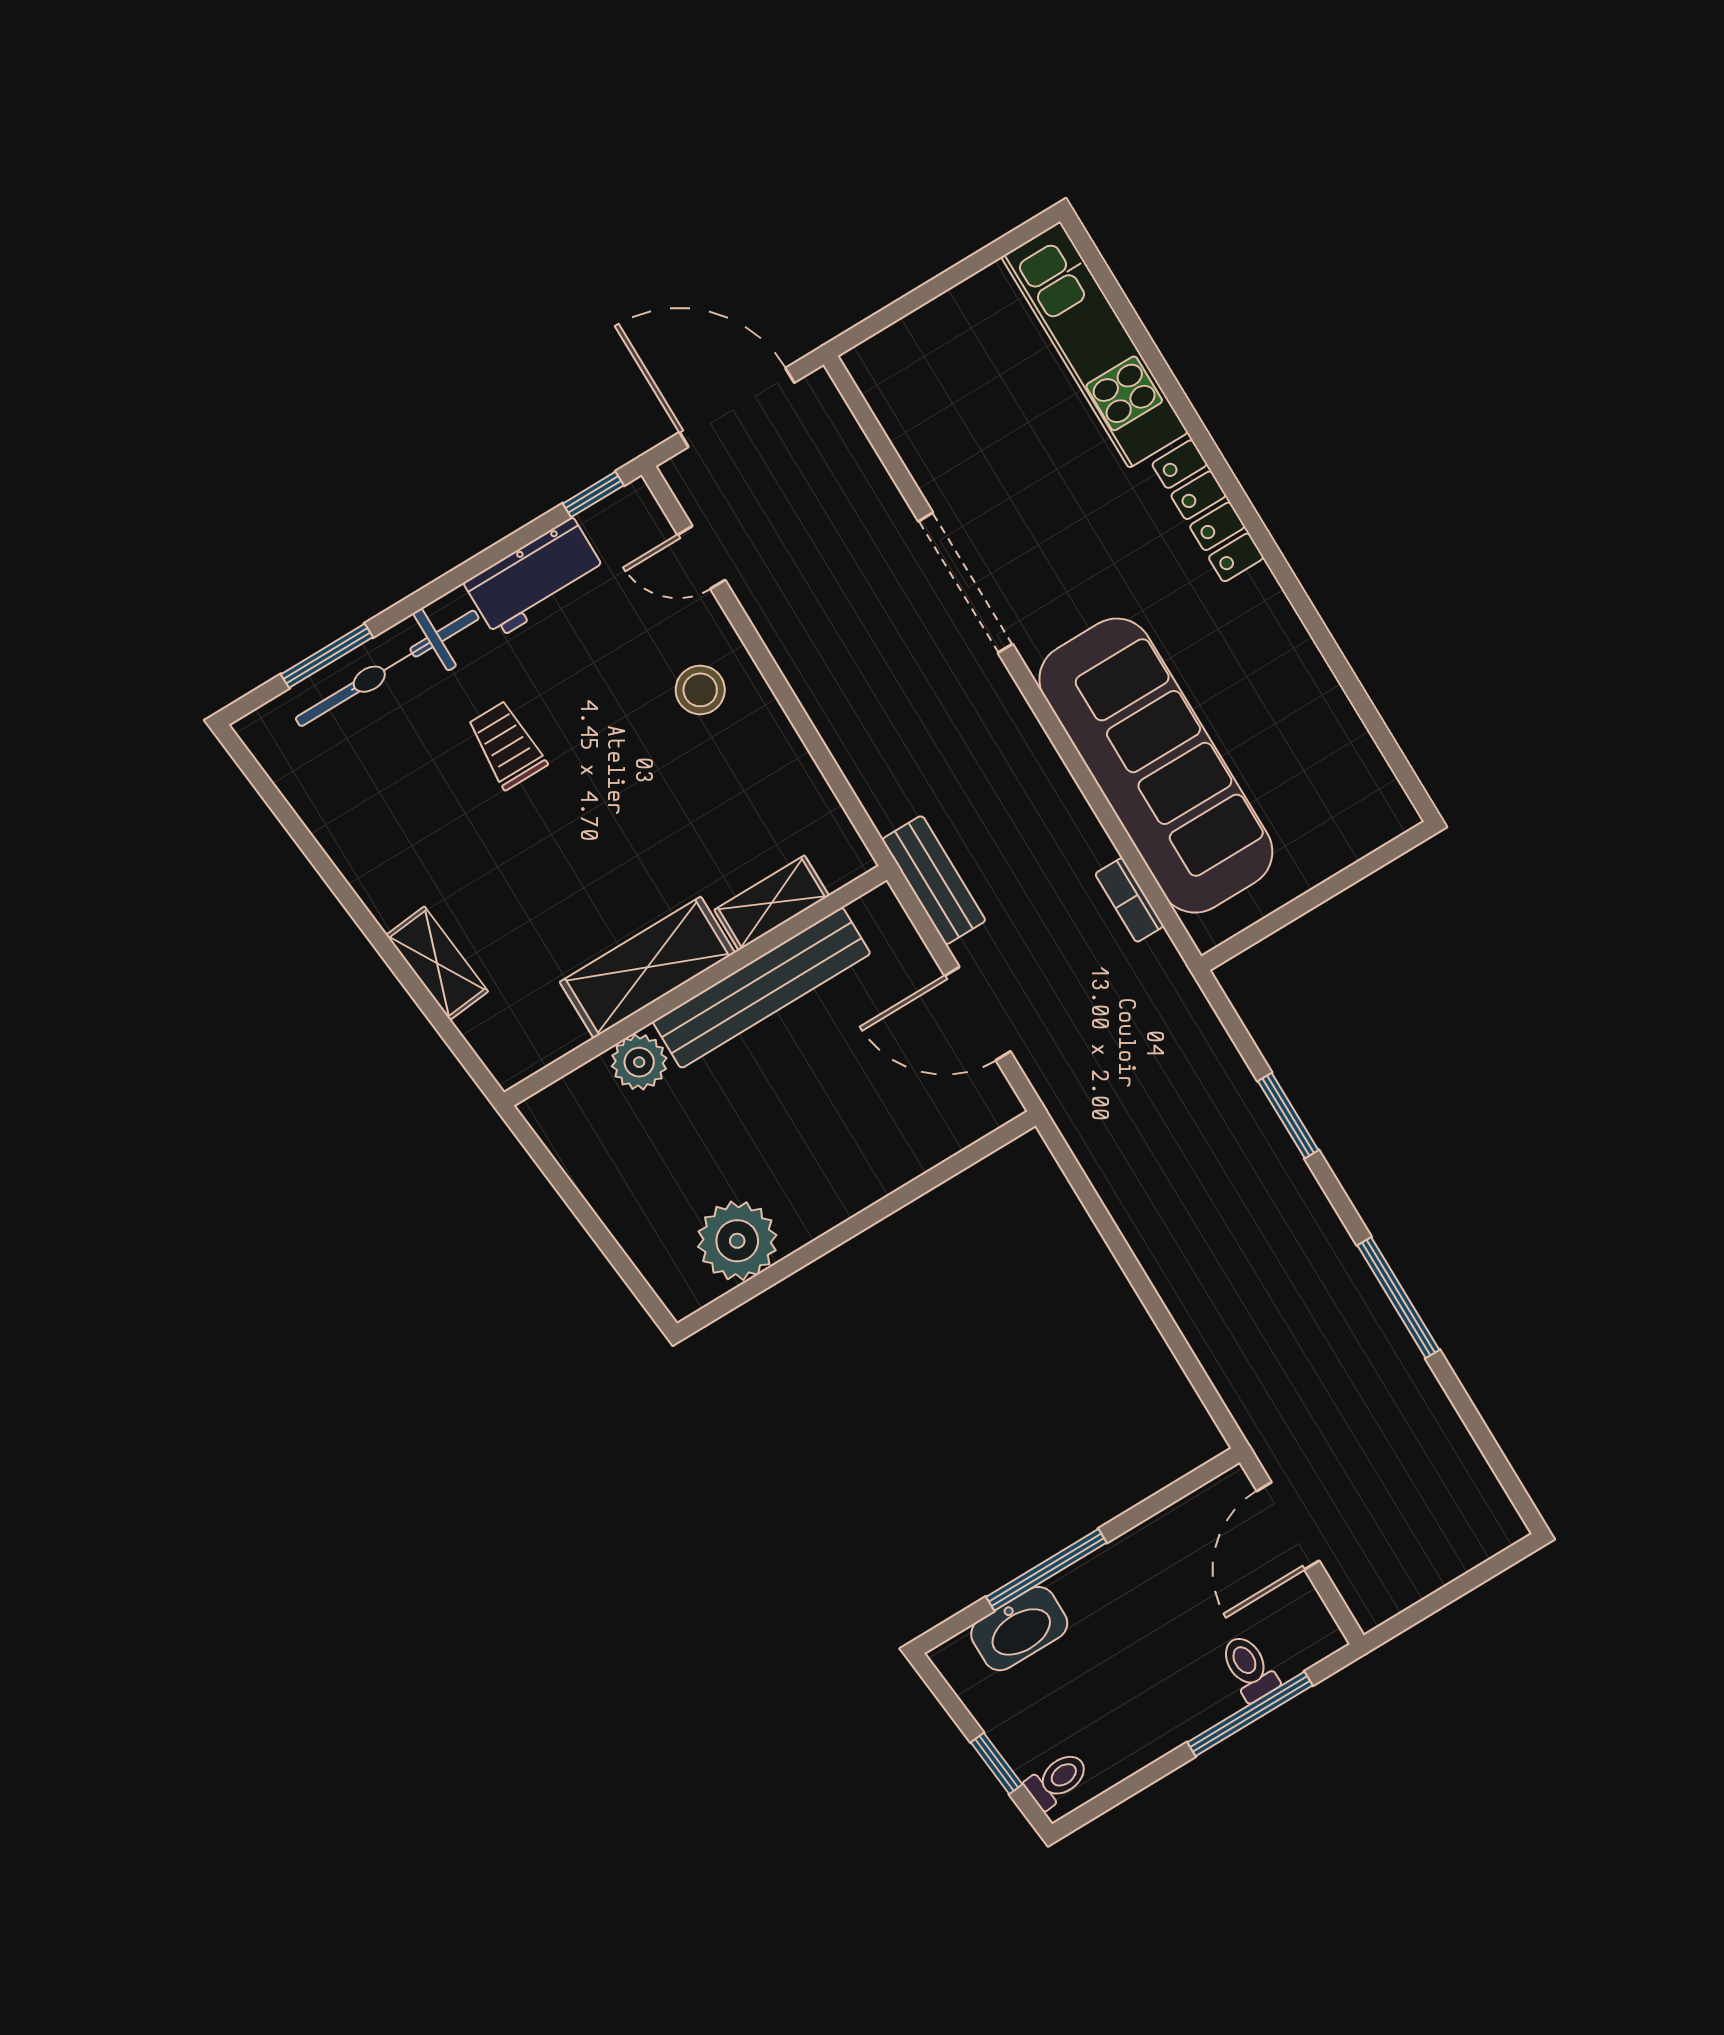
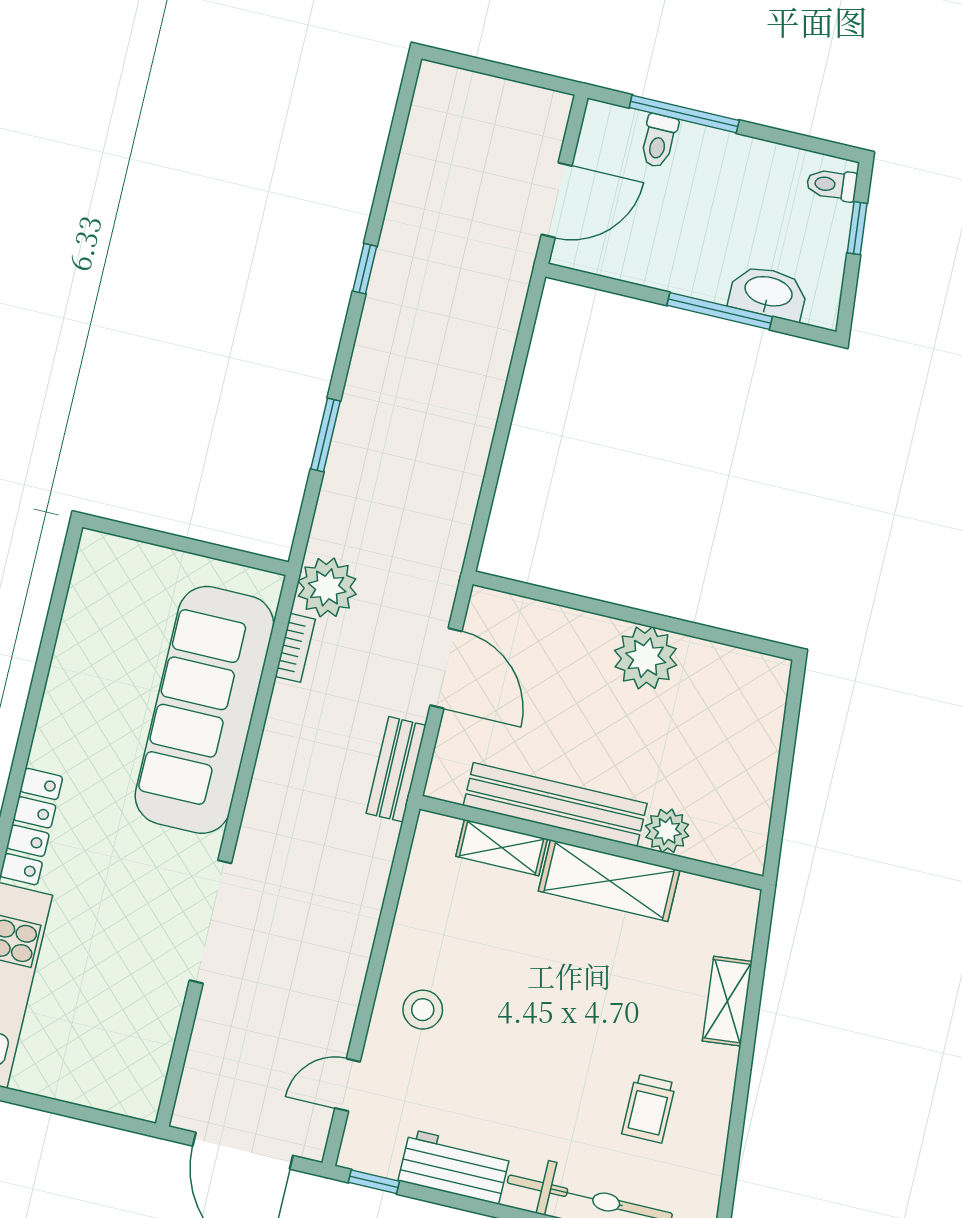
door: (701, 557) -> (347, 1085), swing flipped
trolley: (507, 745) -> (649, 1108), moved
plant: (1154, 982) -> (327, 587), added
plant: (737, 1241) -> (646, 658), moved
window: (1398, 1298) -> (365, 269), width x0.46

